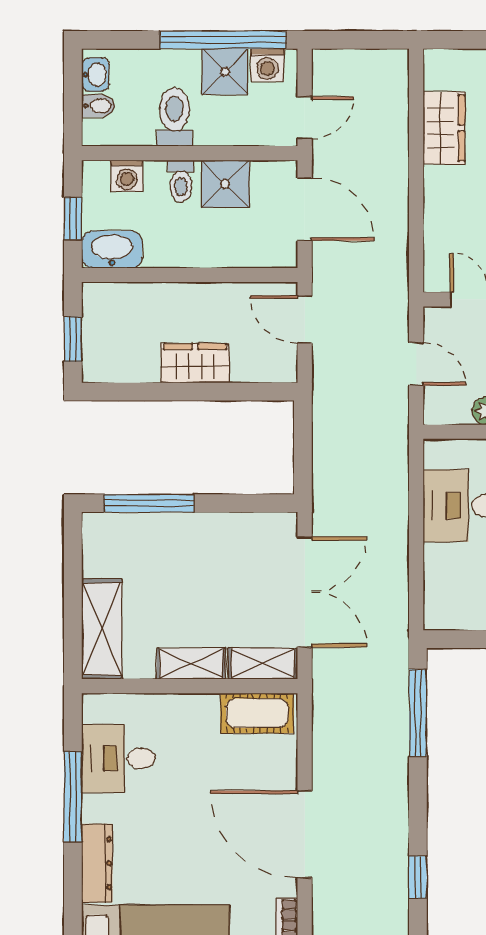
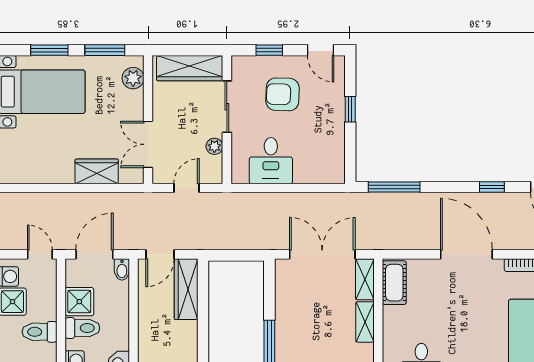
wardrobe: (444, 128) -> (97, 171), moved
toilet: (181, 181) -> (82, 328), width x1.37, depth x1.39
bidet: (279, 256) -> (122, 269), added
wardrobe: (195, 363) -> (186, 289), moved, width x1.50
door: (305, 834) -> (466, 254), swing flipped

